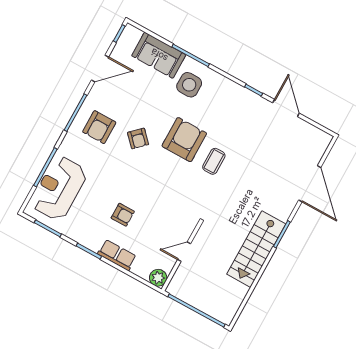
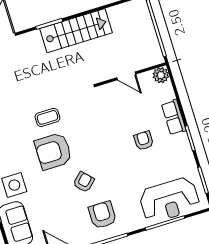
armchair: (99, 127) -> (102, 215), turned -90

